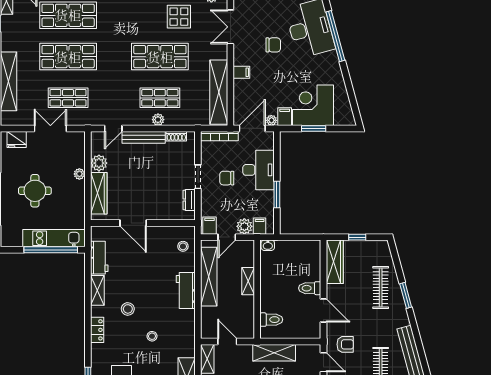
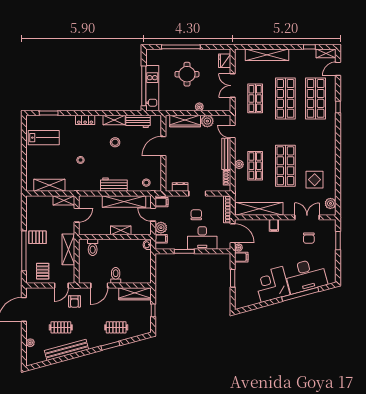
chair: (273, 45) -> (309, 238), moved
corner desk: (313, 105) -> (272, 284), moved, turned -105
double door: (50, 128) -> (233, 86), swing flipped
clothes rail: (381, 287) -> (116, 327), width x0.73
stool: (128, 309) -> (115, 142), moved

